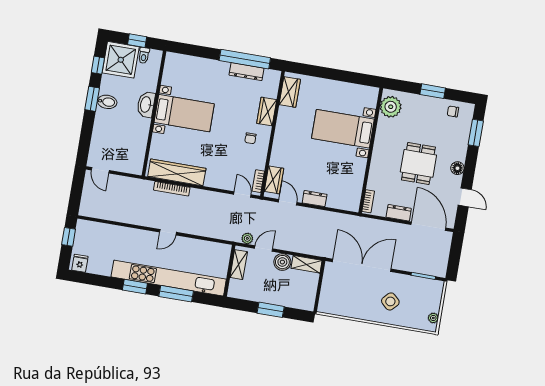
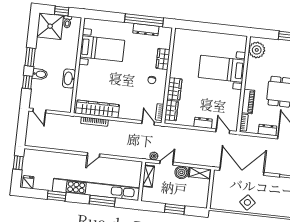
window: (98, 65) -> (27, 82), moved
wardrobe: (290, 92) -> (174, 89), moved
bidet: (107, 102) -> (40, 74), moved
washbasin: (146, 105) -> (69, 78), moved
bed with nightstands: (184, 113) -> (102, 49), moved
piano: (375, 174) -> (248, 102), added
door: (288, 202) -> (223, 131), moved
window: (135, 287) -> (57, 196), moved
side table: (390, 301) -> (247, 202), moved

